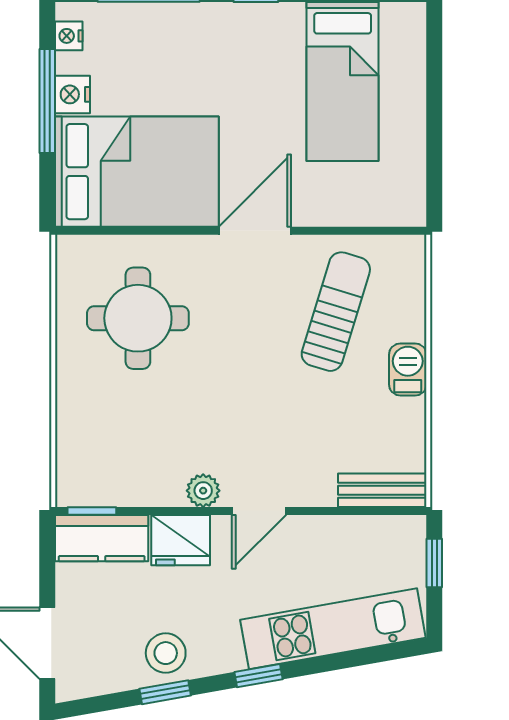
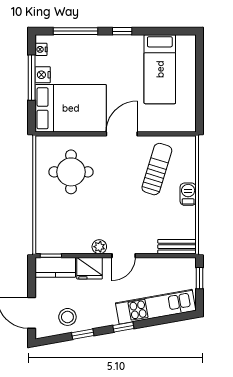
stool: (166, 653) -> (67, 317), moved

